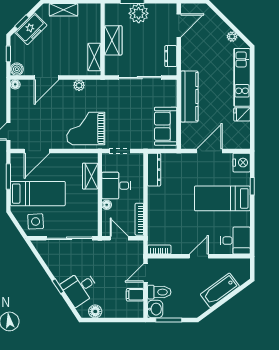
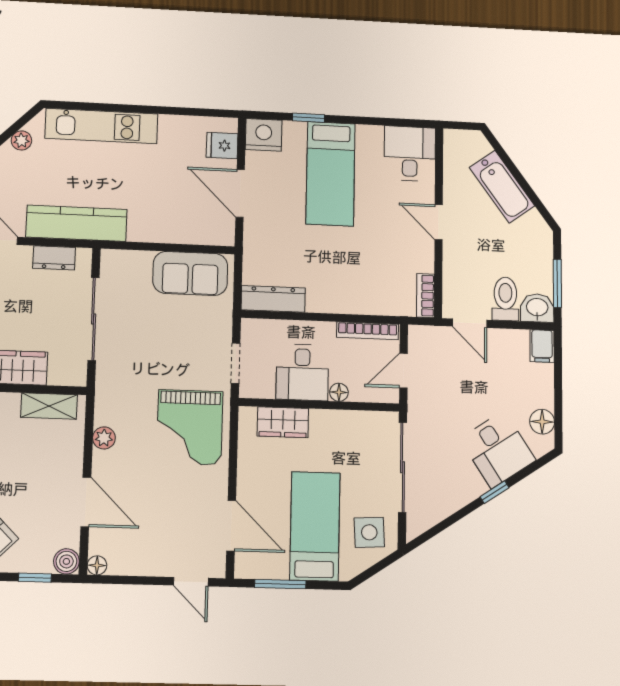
kitchen counter: (189, 97) -> (77, 223), moved
fridge: (242, 114) -> (222, 145), moved, turned 90
filing cabinet: (135, 295) -> (542, 346), moved

